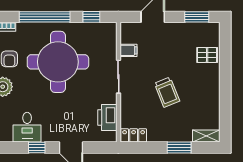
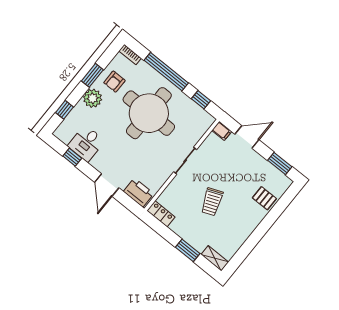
filing cabinet: (128, 50) -> (222, 131), moved
printer: (107, 118) -> (139, 193), moved, turned 90
window: (37, 148) -> (72, 157), moved

